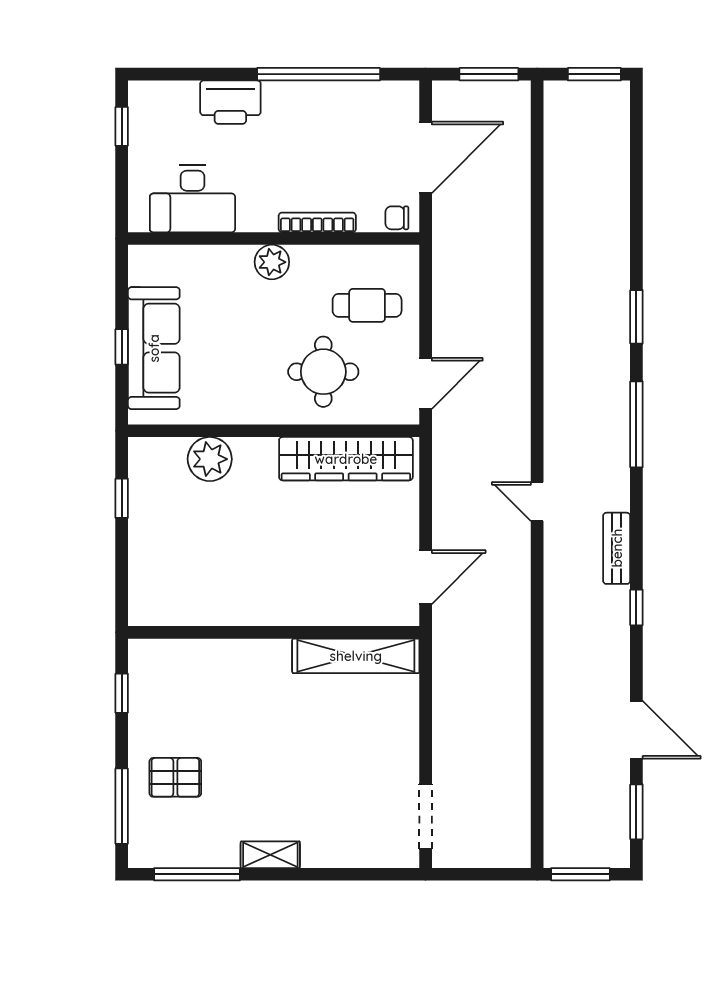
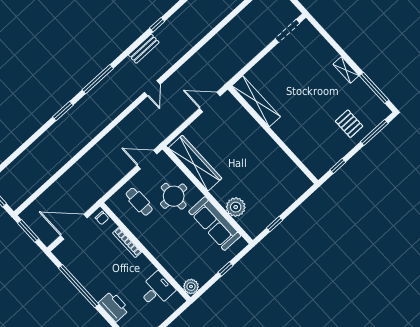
desk: (192, 199) -> (156, 290), width x0.73
plant: (272, 262) -> (191, 287), moved
sofa: (154, 348) -> (215, 224), moved, turned -90

